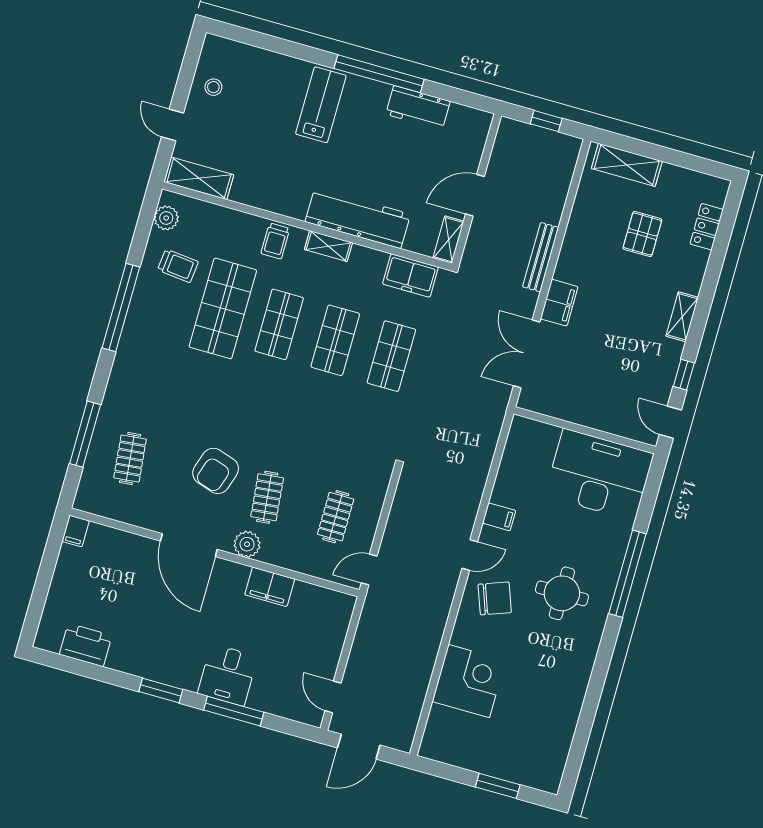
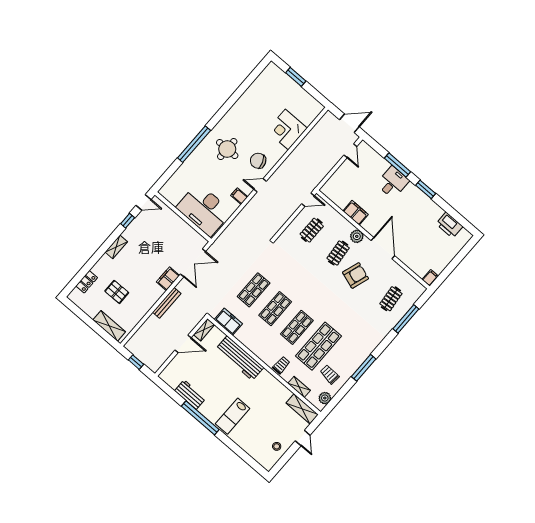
pallet: (642, 234) -> (117, 292), turned 90
shelving: (328, 246) -> (299, 387), moved
window: (121, 307) -> (364, 368), width x0.68
door: (670, 422) -> (143, 202), hinge flipped
desk: (599, 475) -> (204, 210), moved

